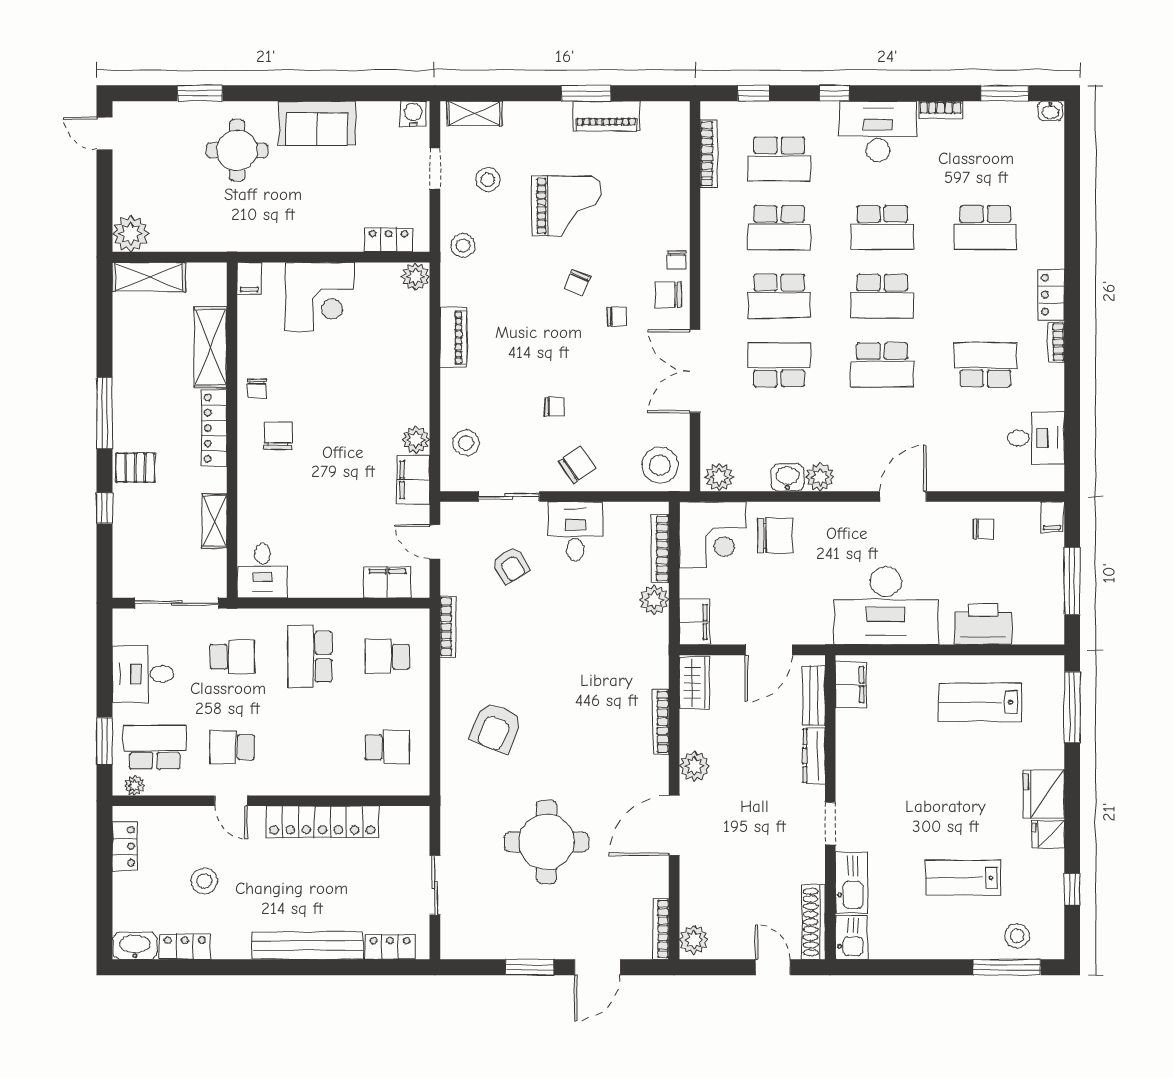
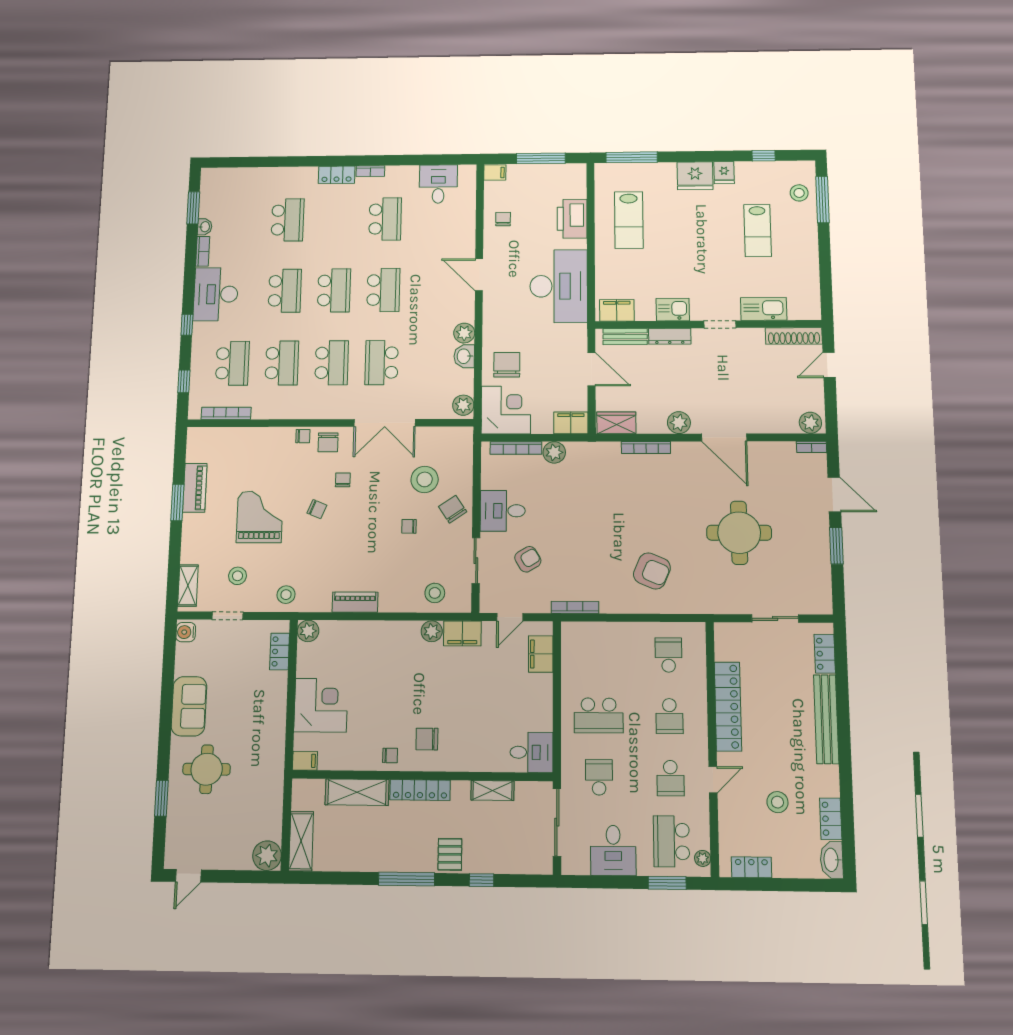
washbasin: (1050, 111) -> (205, 227), moved
school desk: (985, 365) -> (385, 219), turned 180
chair: (554, 407) -> (409, 526), turned -90
stool: (660, 465) -> (425, 479), moved
school desk: (387, 657) -> (669, 716), moved
bookcase: (661, 929) -> (811, 447), width x0.64
kitchen sink: (851, 937) -> (673, 310), moved

